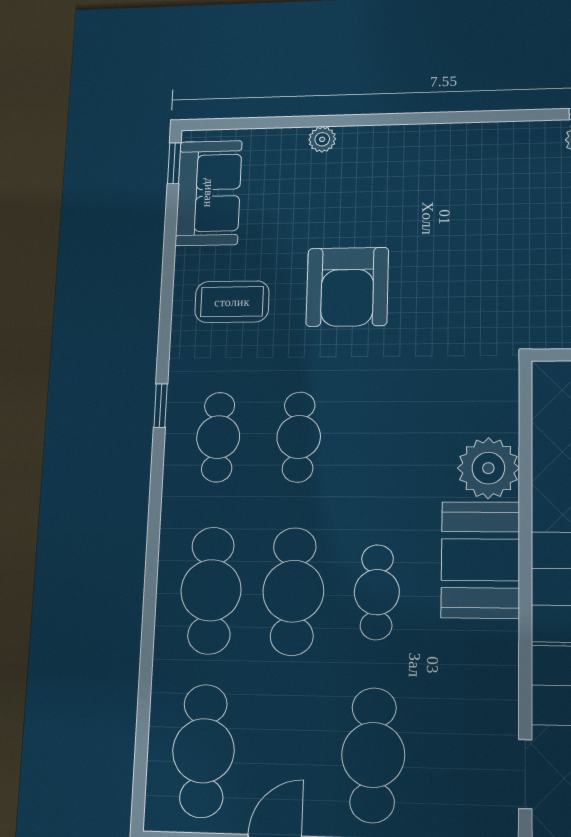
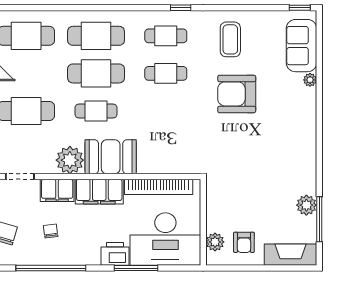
sofa: (209, 193) -> (301, 46), moved, turned 90
bookcase: (549, 453) -> (159, 187), added
plant: (488, 468) -> (70, 160), moved

